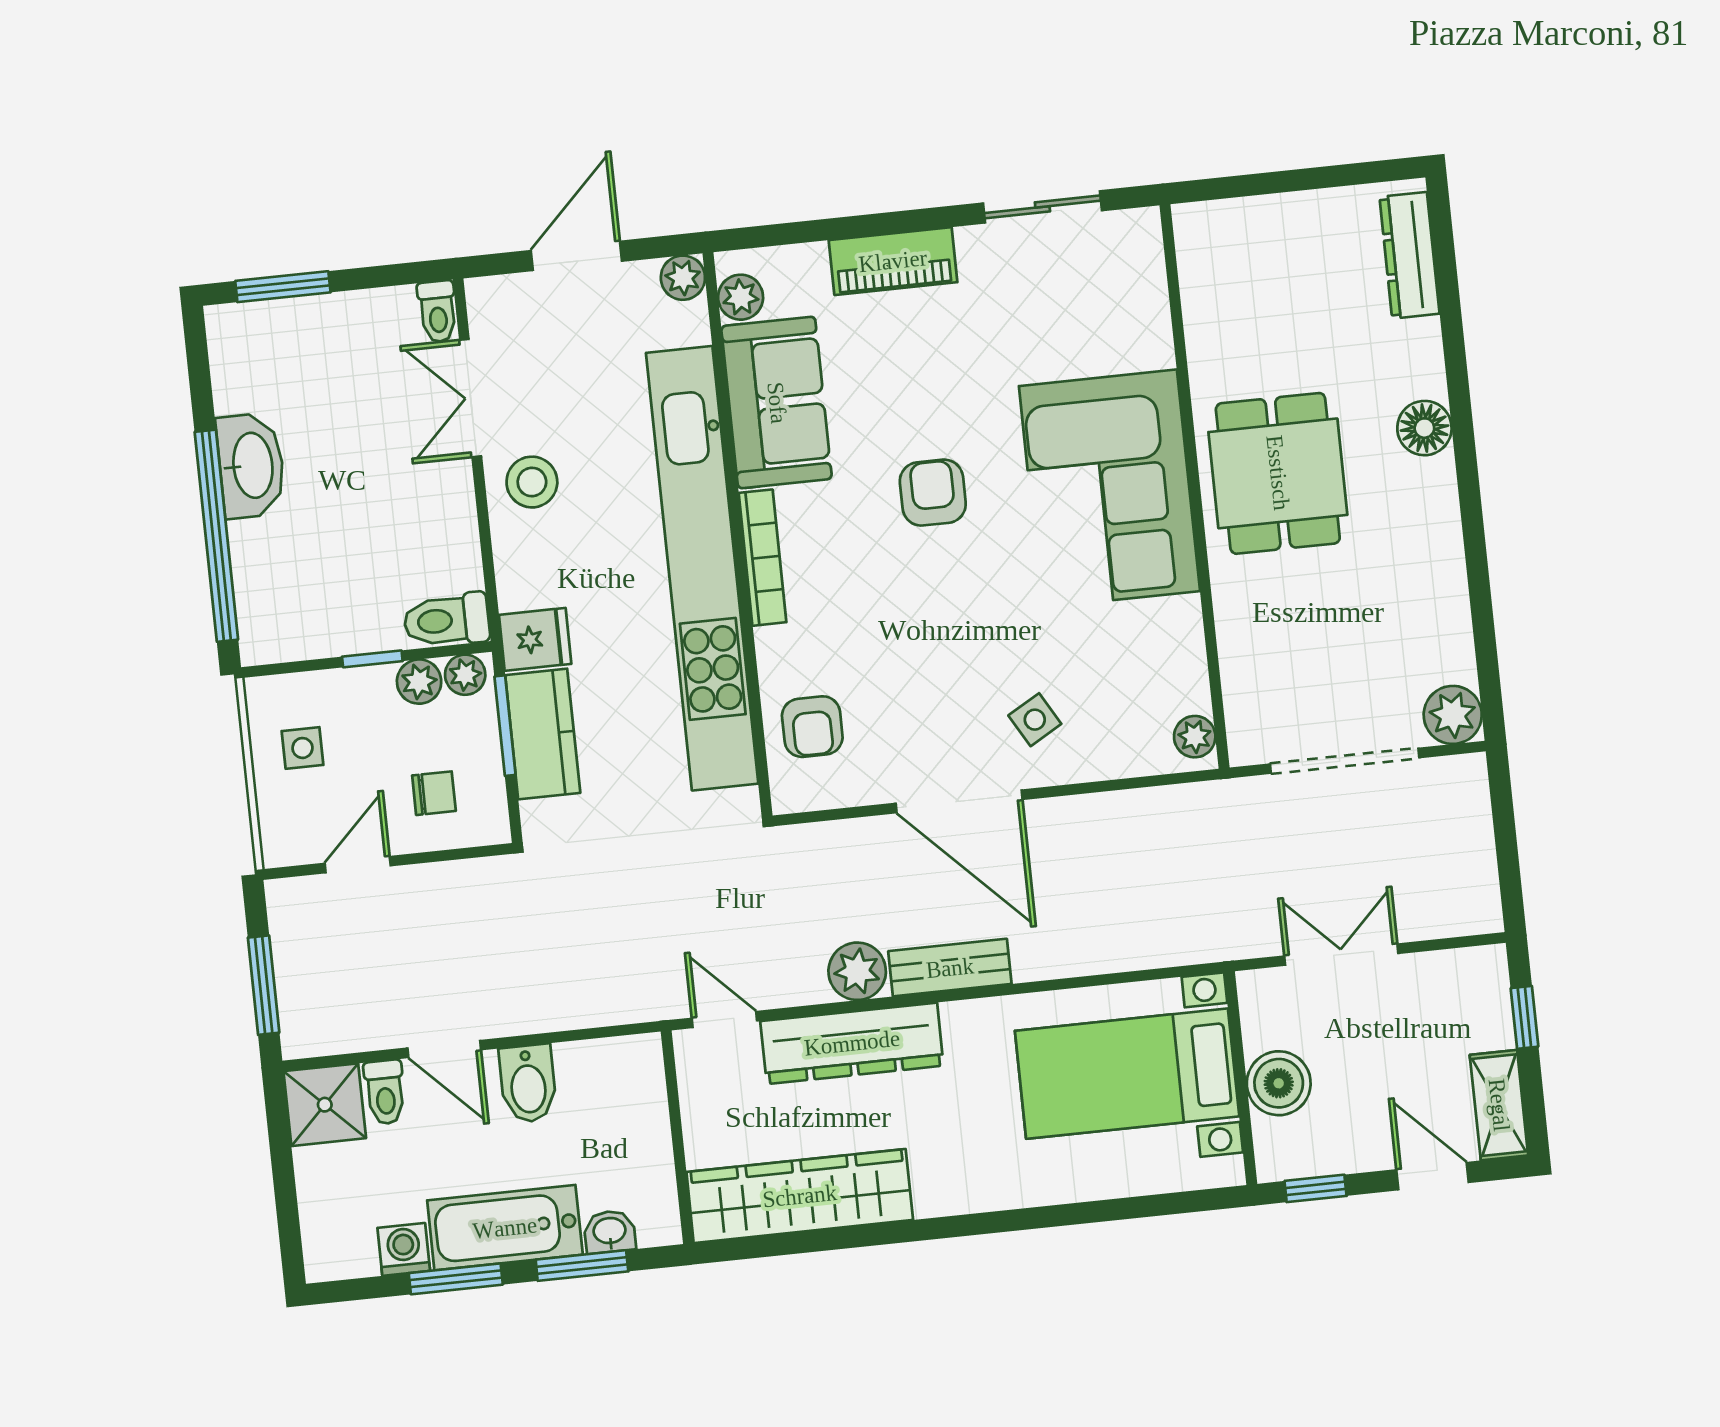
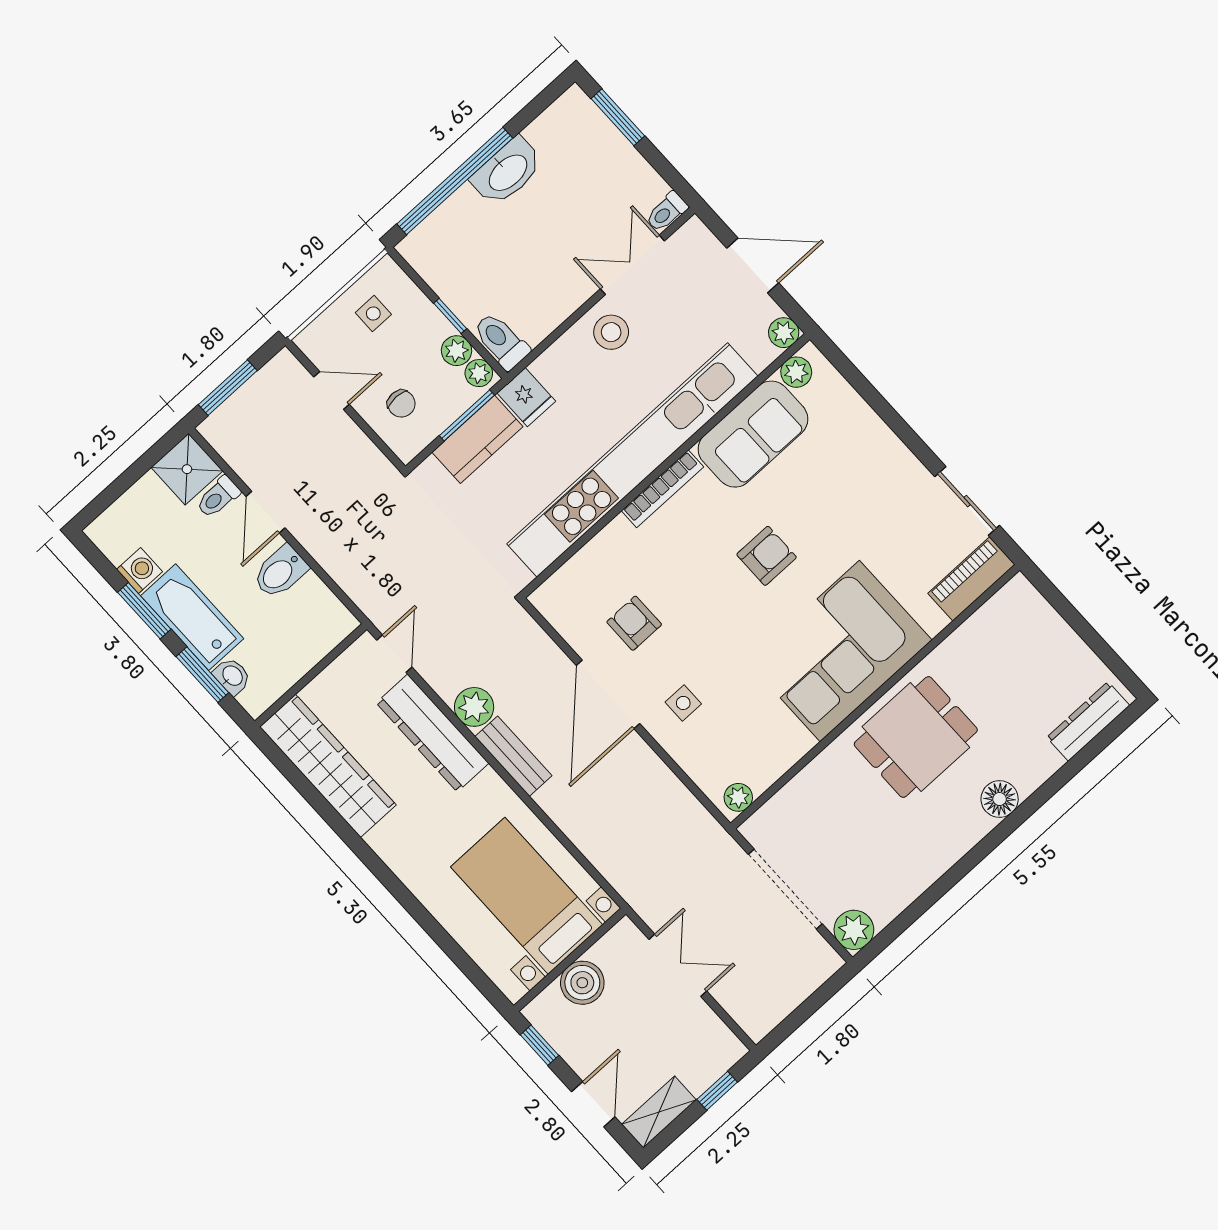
piano: (893, 261) -> (971, 579), moved, turned 90
side table: (1035, 720) -> (683, 703), turned 30
armchair: (812, 727) -> (634, 623), moved, turned 90

